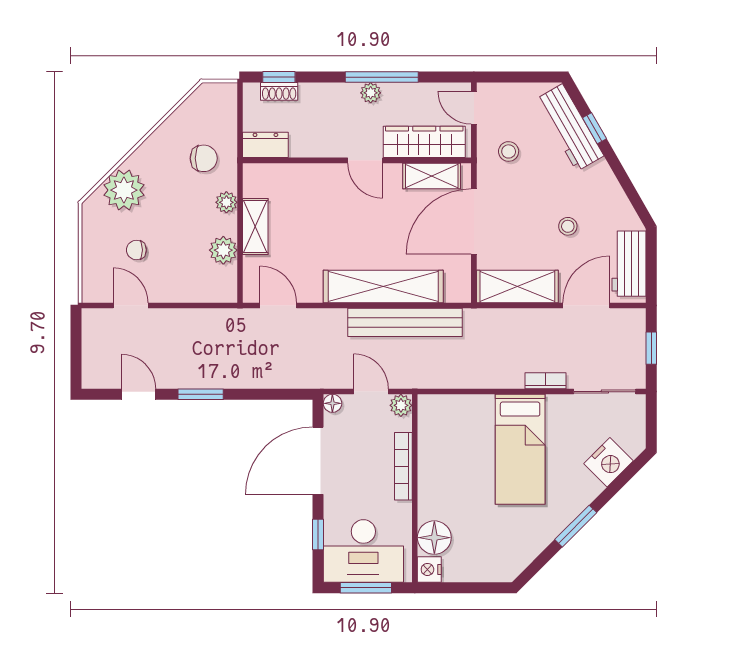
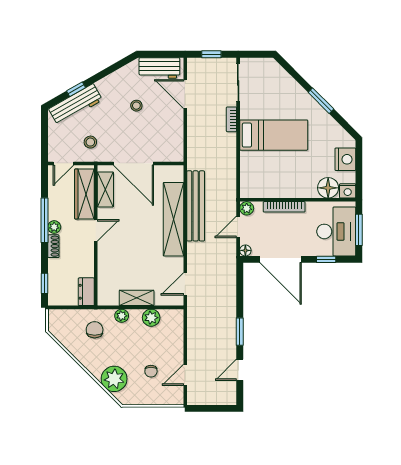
shoe rack: (279, 91) -> (53, 246), moved
shelving: (517, 287) -> (173, 137), removed
nightstand: (609, 462) -> (345, 159), moved, turned 45

